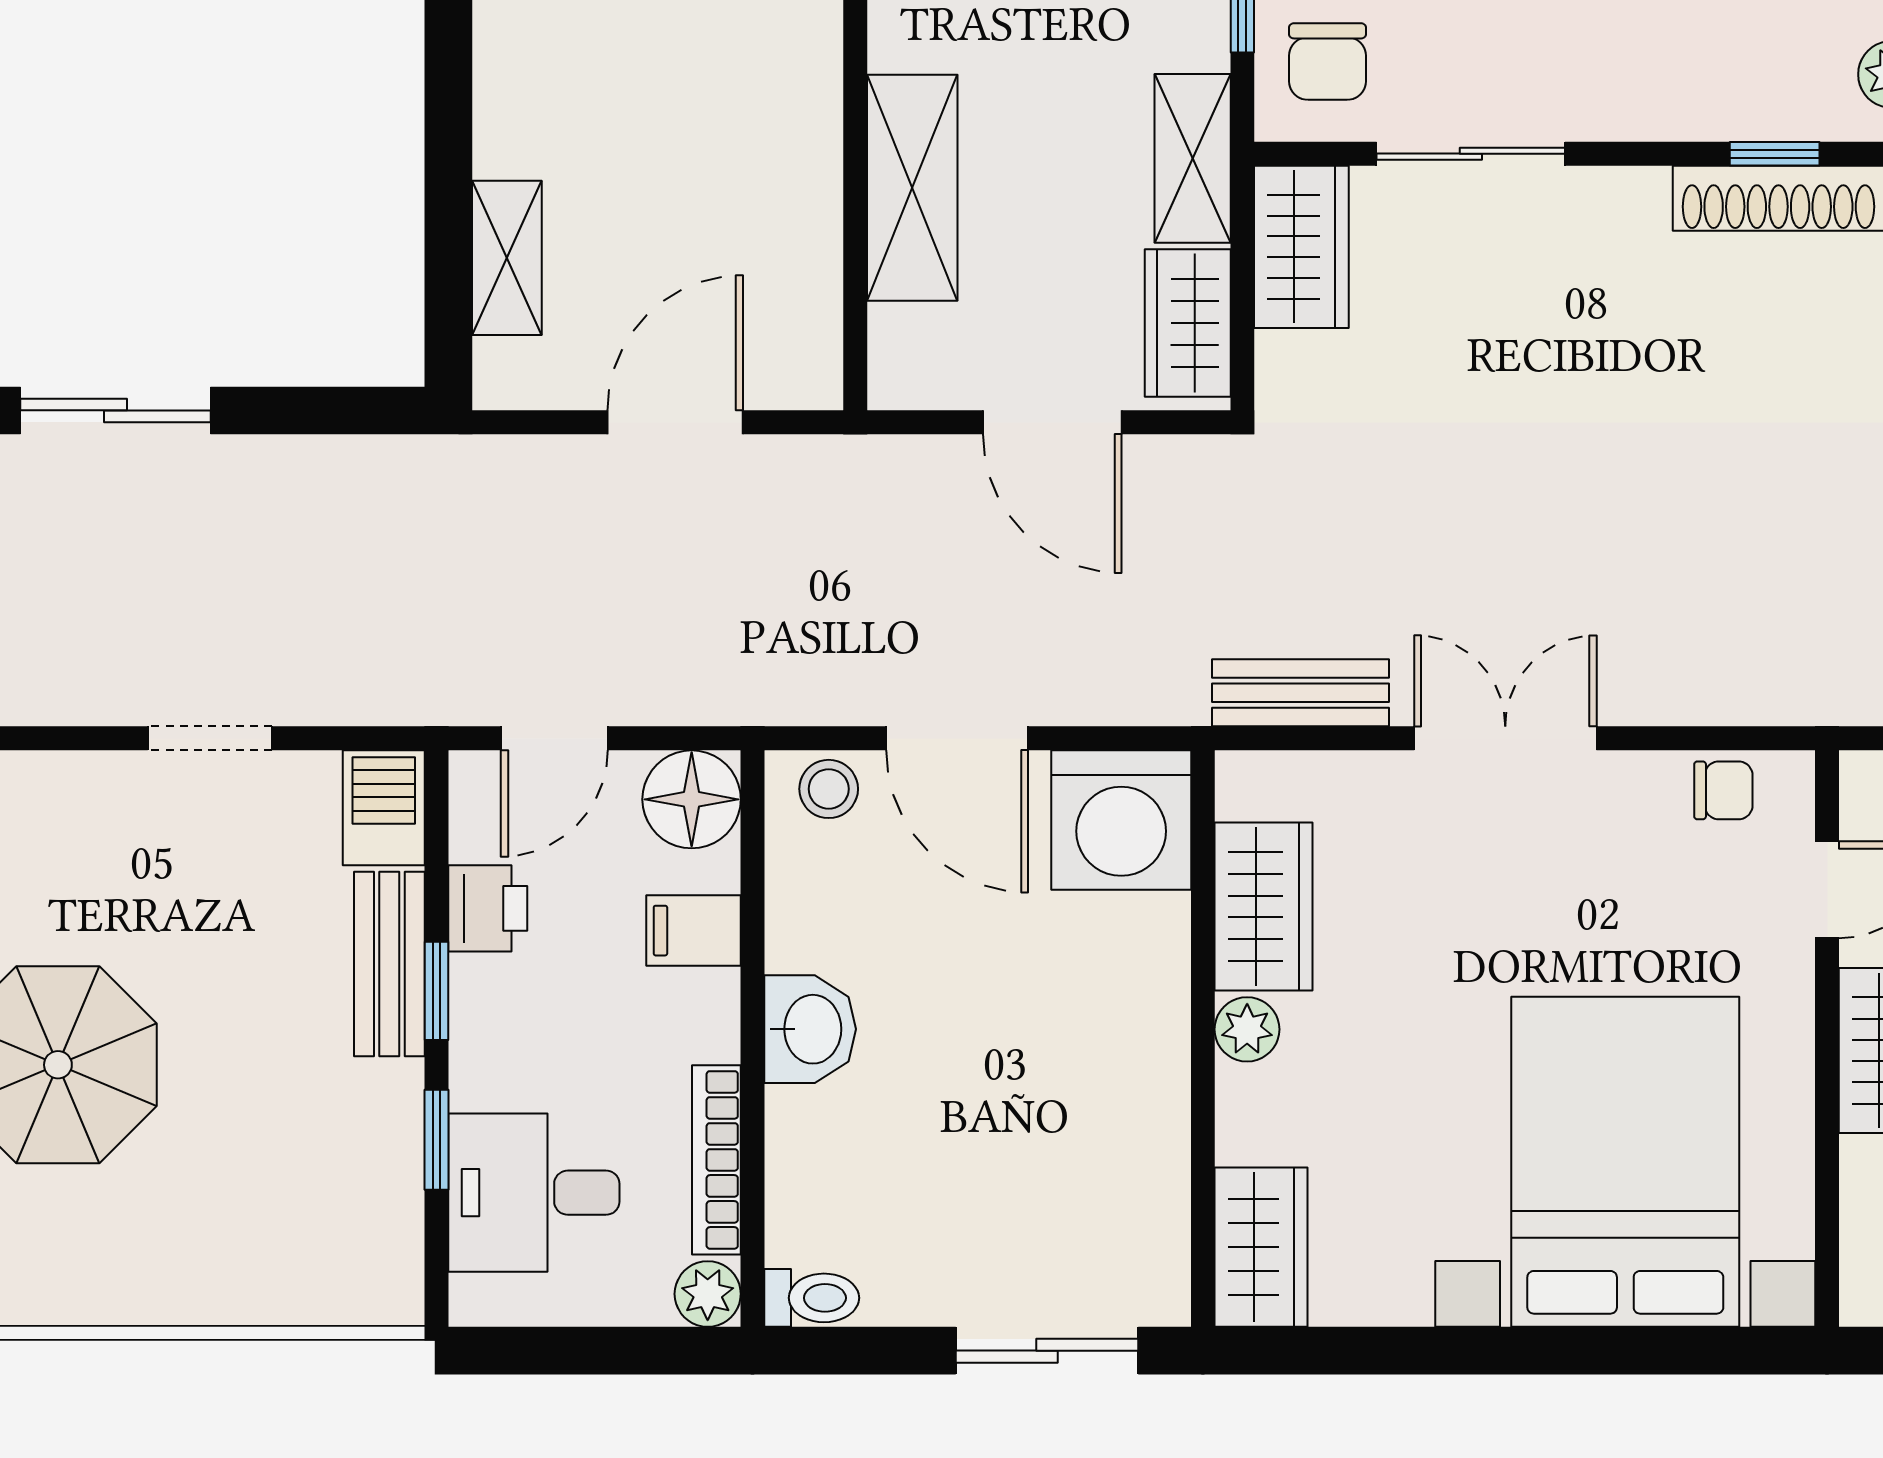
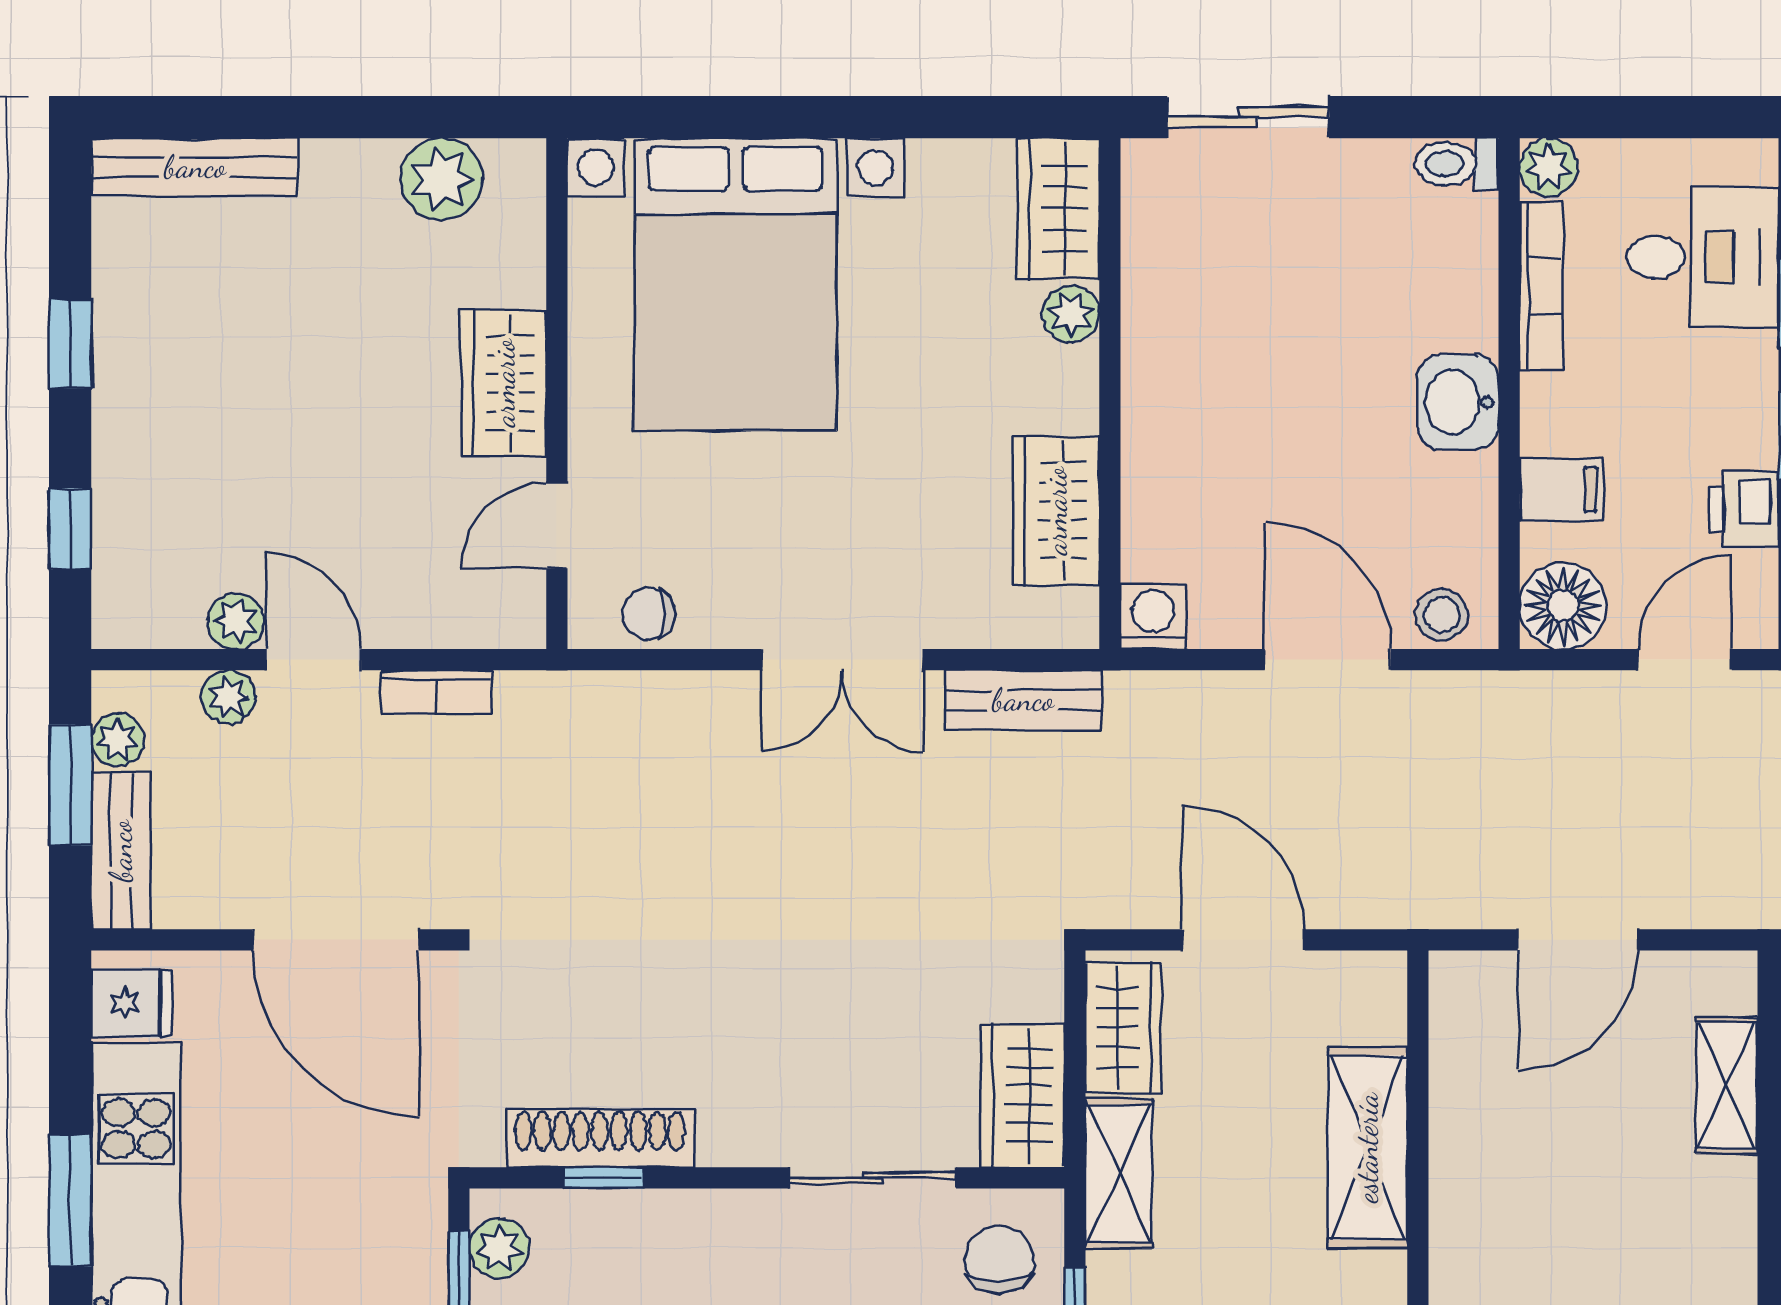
washing machine: (1121, 820) -> (1153, 616), width x0.53, depth x0.53
plant: (1247, 1029) -> (1071, 314), moved

